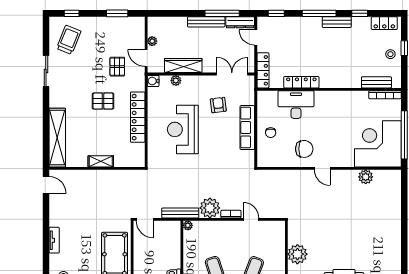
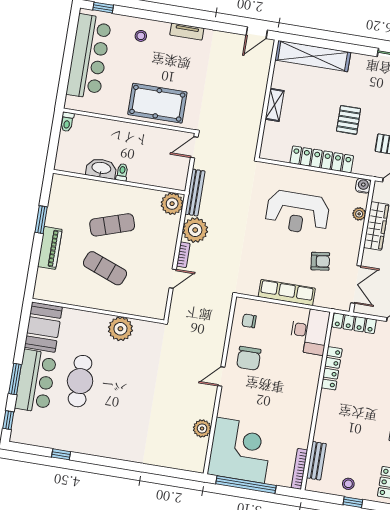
desk: (296, 105) -> (310, 331), moved
reception desk: (183, 129) -> (297, 213), turned 180
chair: (271, 133) -> (249, 321), moved
plant: (188, 225) -> (172, 204), width x1.88, depth x1.88

